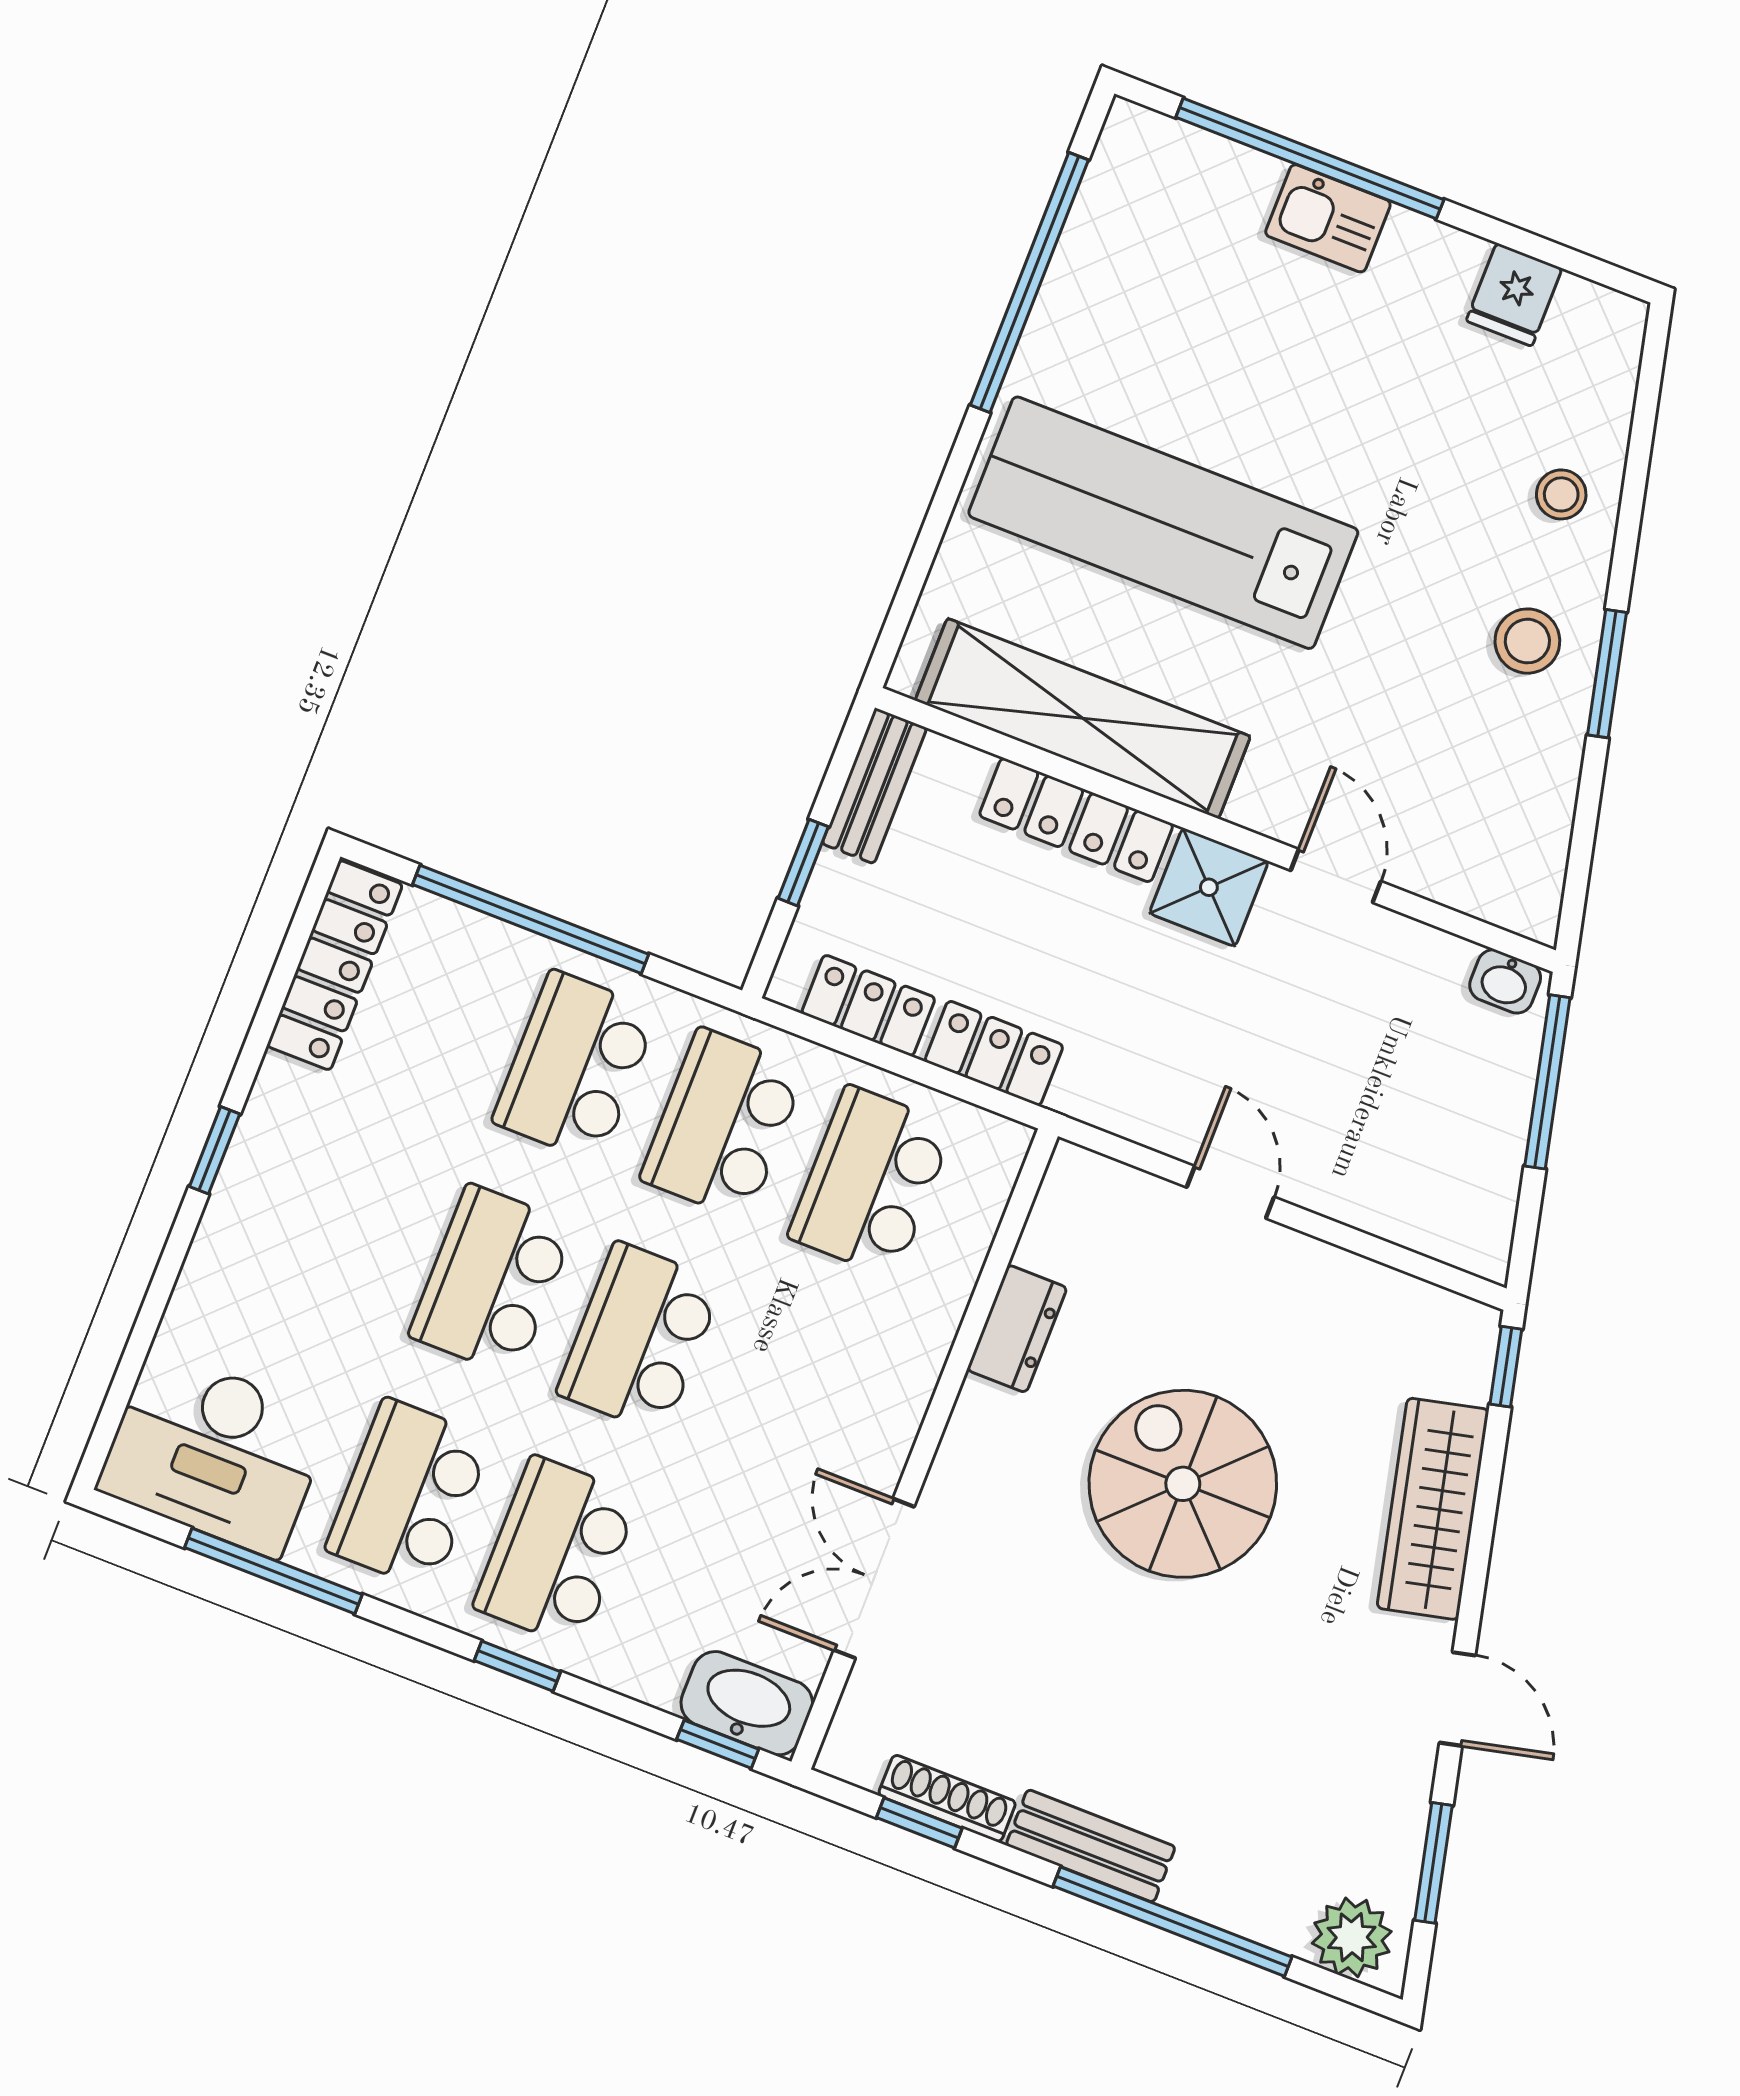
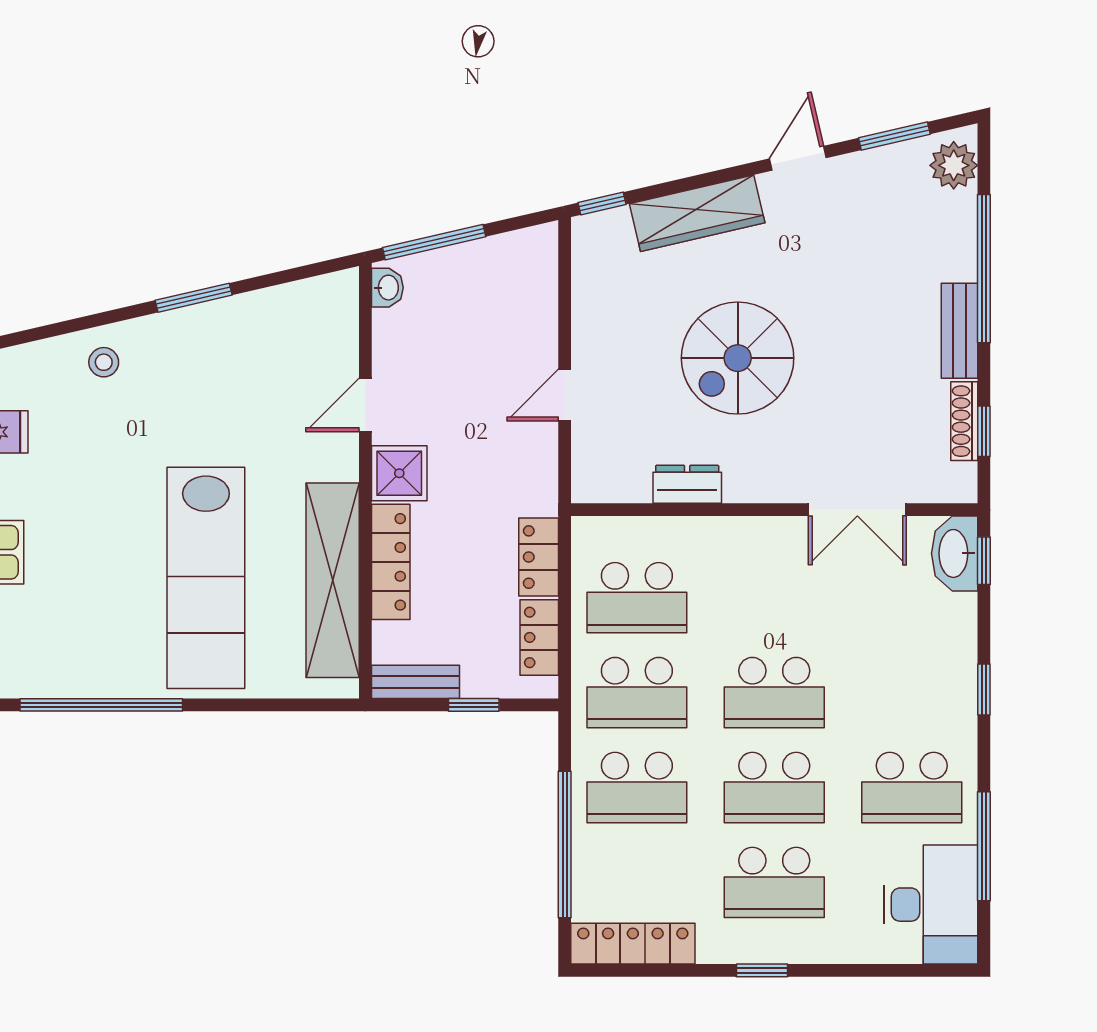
stool: (1527, 641) -> (193, 349), removed
school desk: (556, 1552) -> (774, 882), moved

